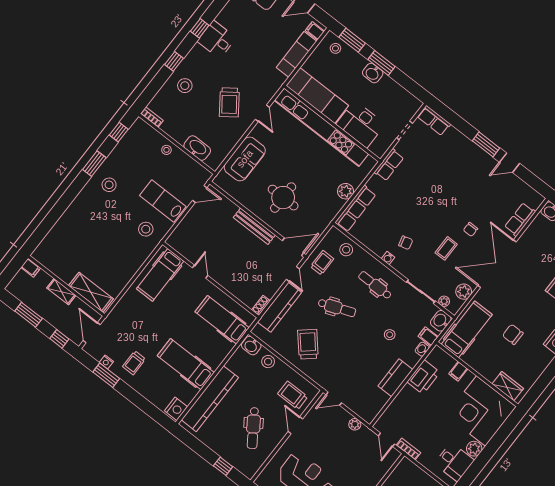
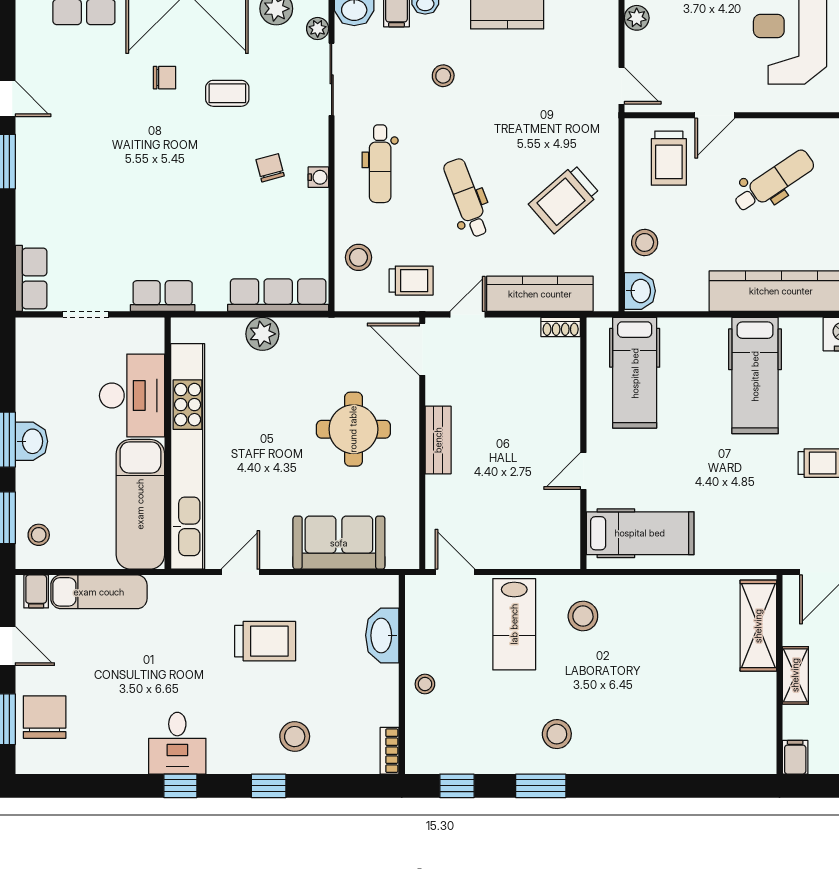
trolley: (229, 102) -> (265, 641), turned 36
bench: (254, 226) -> (438, 440), width x0.73
trolley: (322, 263) -> (411, 281), turned 180

